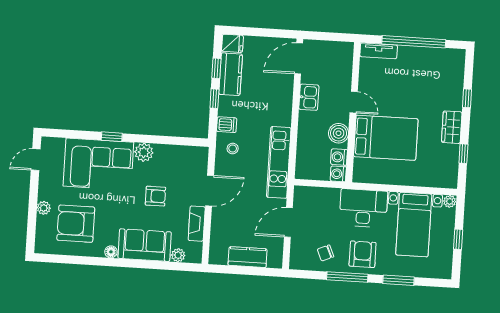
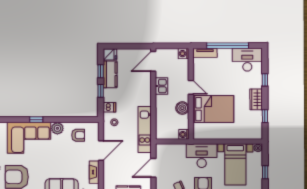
desk: (442, 66) -> (247, 60), added
washing machine: (339, 157) -> (184, 54), moved
armchair: (155, 196) -> (78, 135), moved

